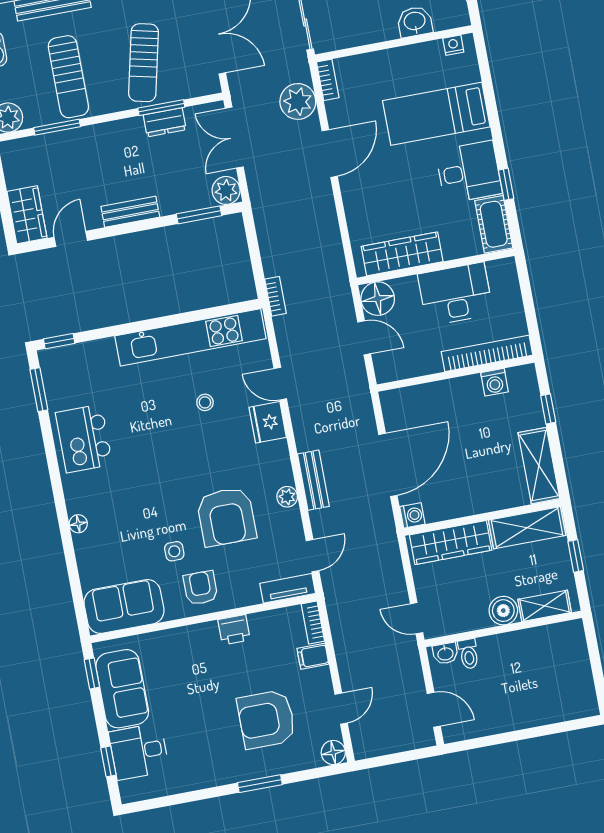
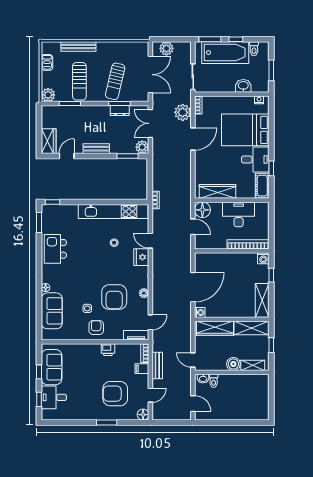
bed: (436, 114) -> (245, 130), width x1.50
washing machine: (494, 382) -> (263, 258), moved
bench: (313, 480) -> (157, 366), moved
sofa: (124, 607) -> (52, 311), moved, turned 90
window: (92, 673) -> (39, 372), moved

